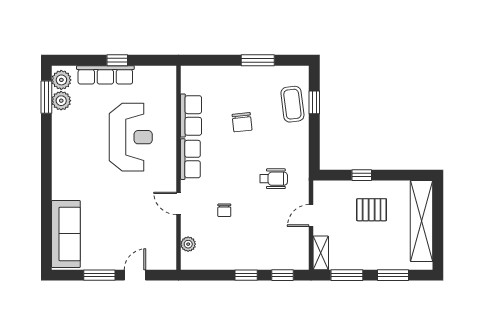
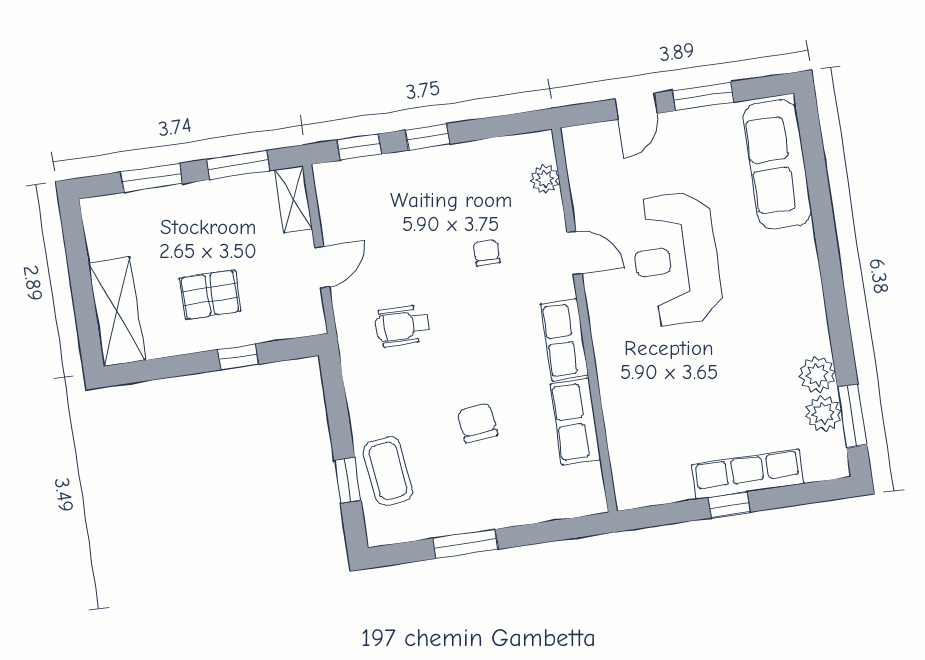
plant: (61, 80) -> (817, 374), moved
reception desk: (131, 137) -> (676, 259), moved
shelving: (422, 221) -> (117, 311), width x0.68

